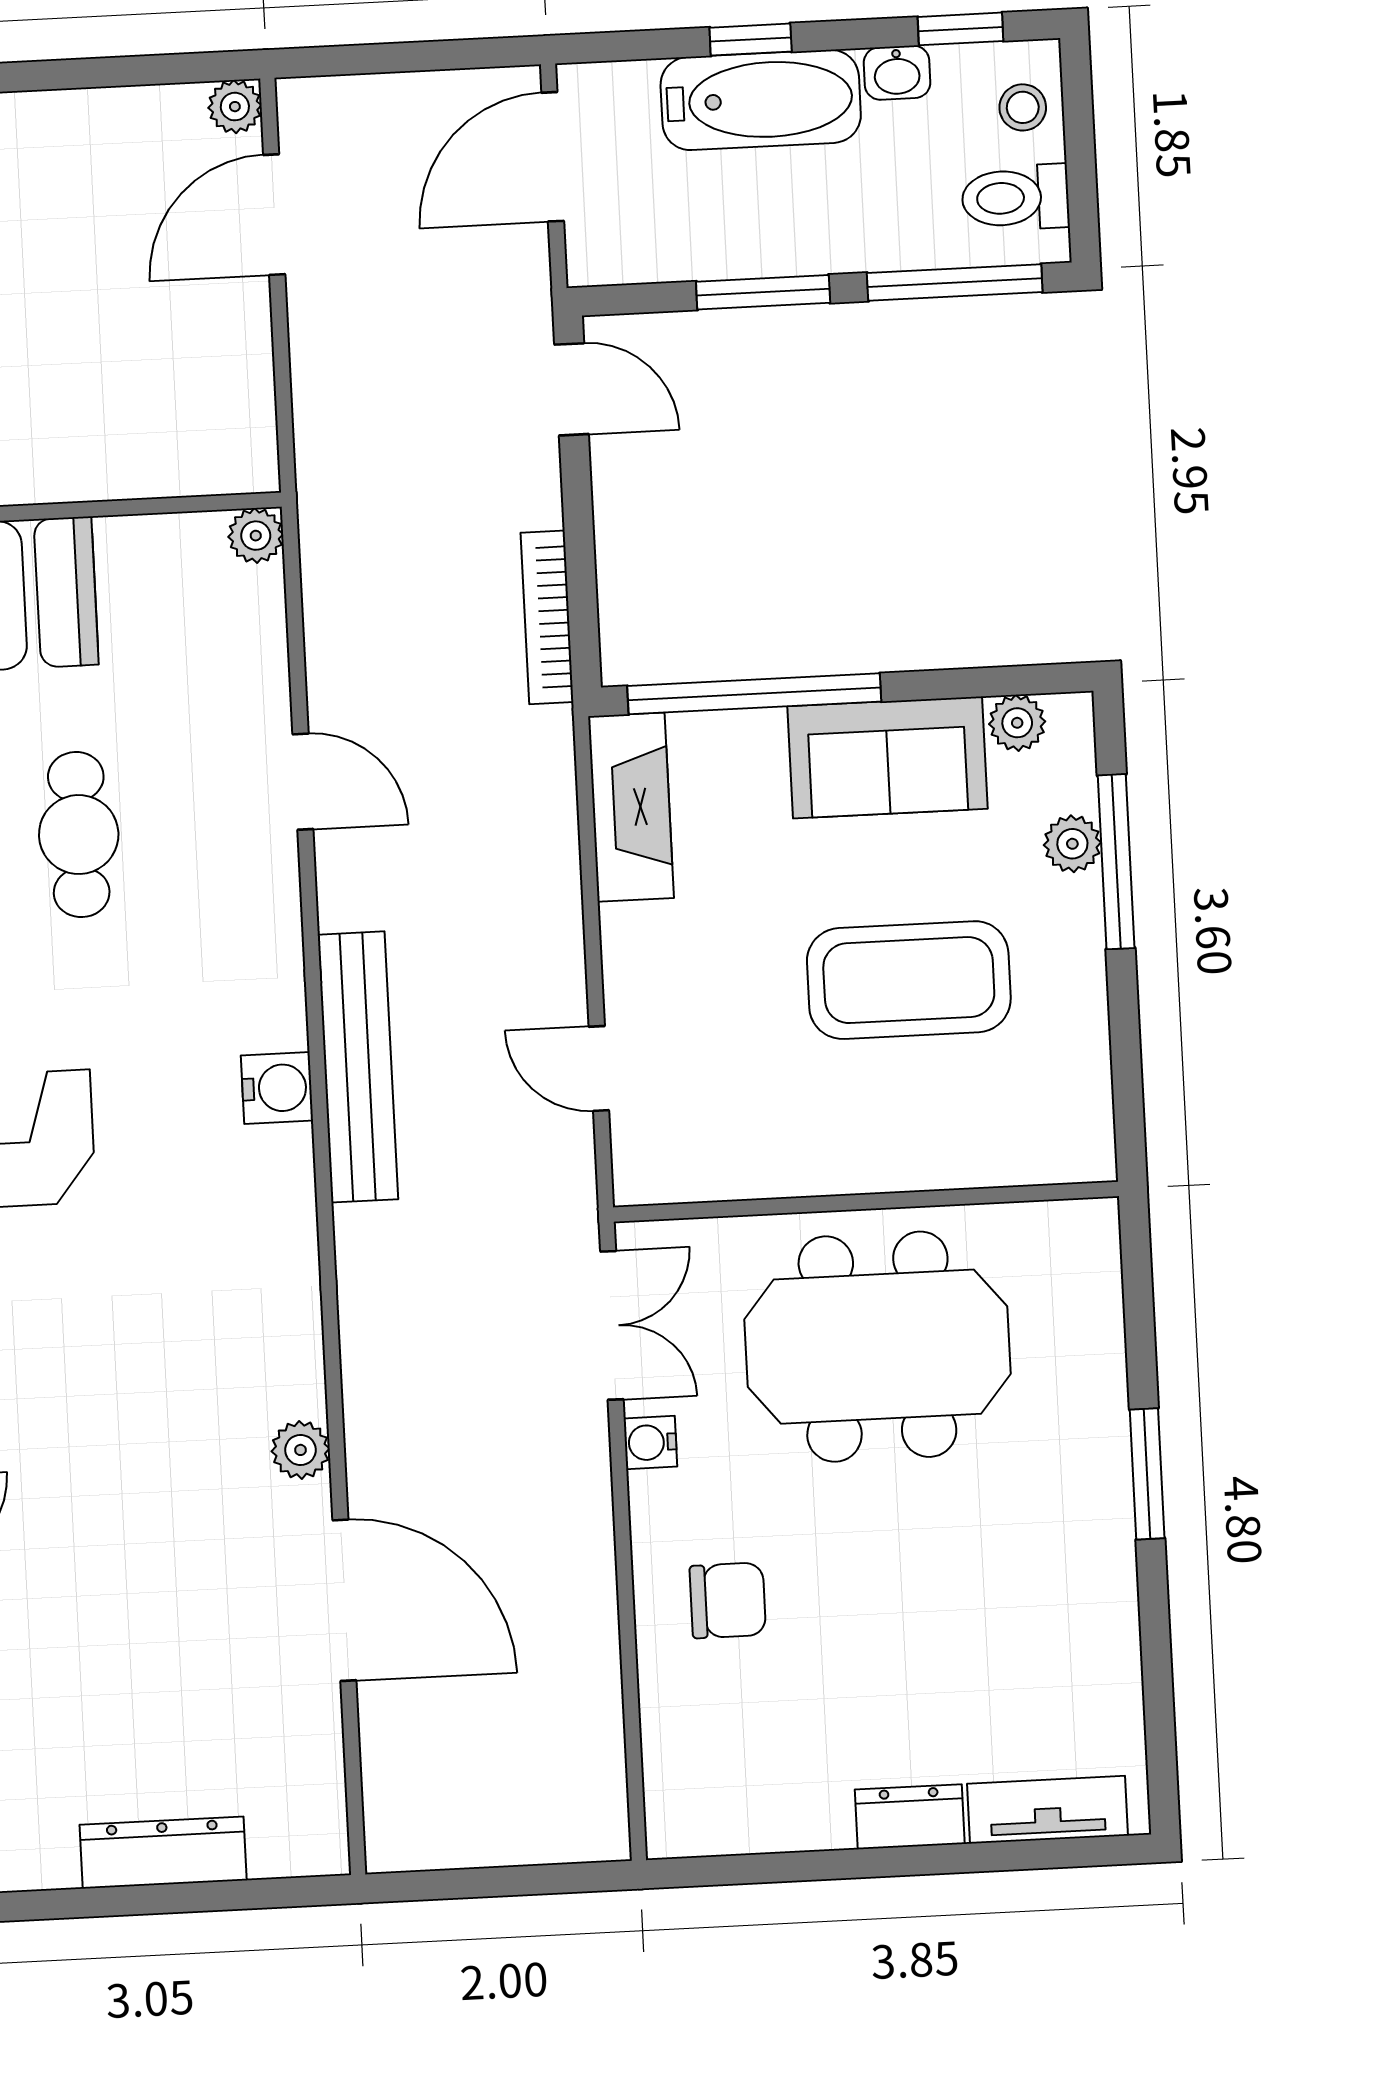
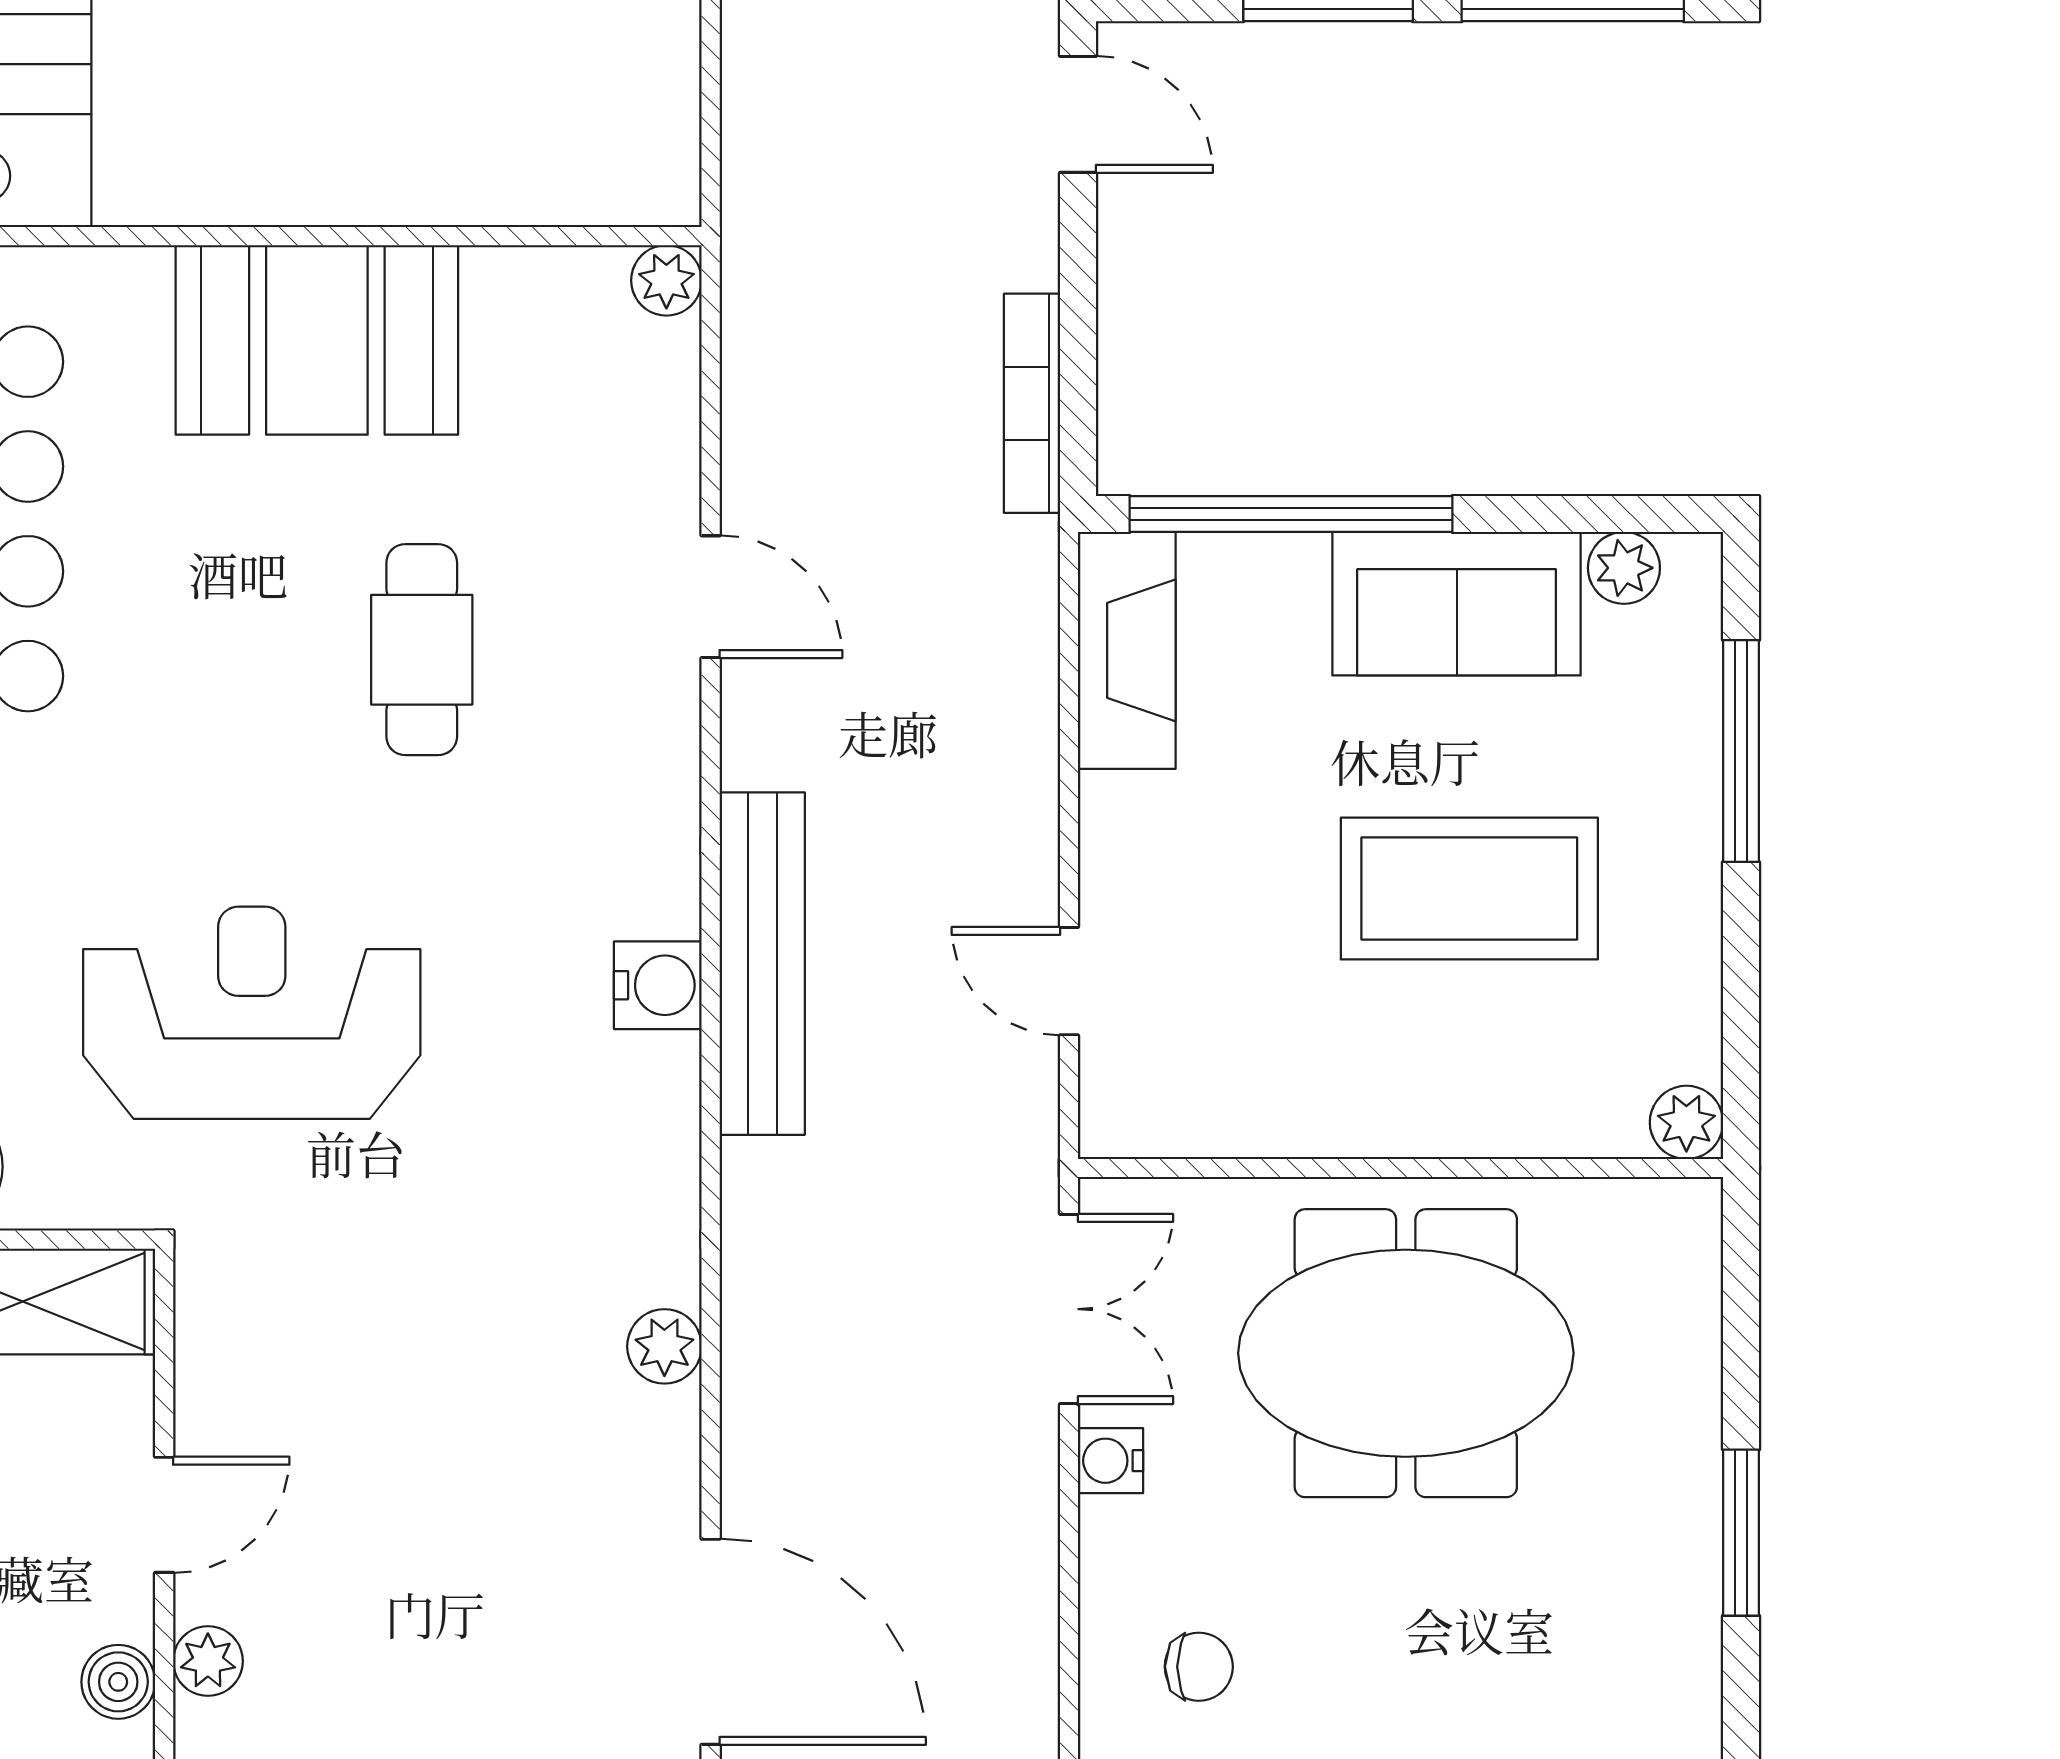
plant: (1072, 844) -> (1686, 1122), moved
plant: (301, 1450) -> (664, 1346), moved
chair: (728, 1600) -> (1199, 1667), width x0.73, depth x0.73

